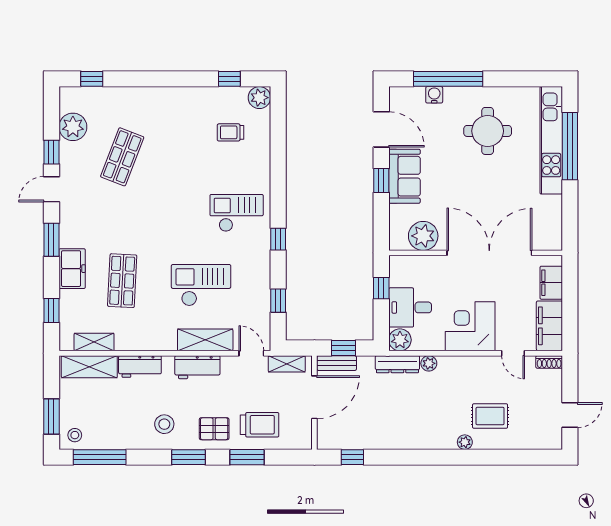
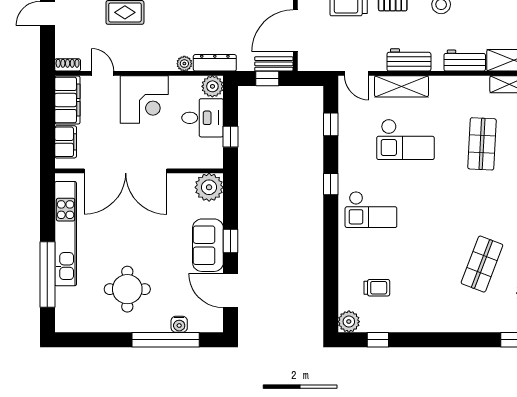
kitchen unit: (551, 140) -> (66, 234), moved
plant: (423, 236) -> (209, 187), moved
shelving: (287, 364) -> (322, 63), removed

